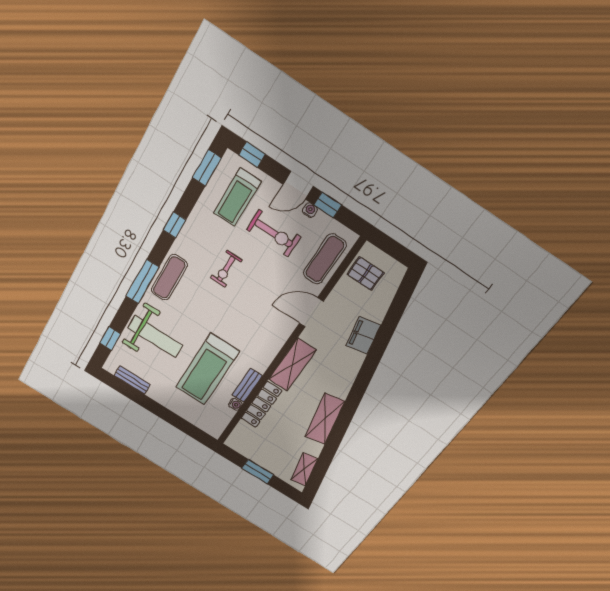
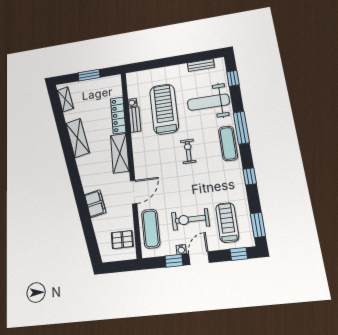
exercise bike: (226, 269) -> (188, 151), moved

